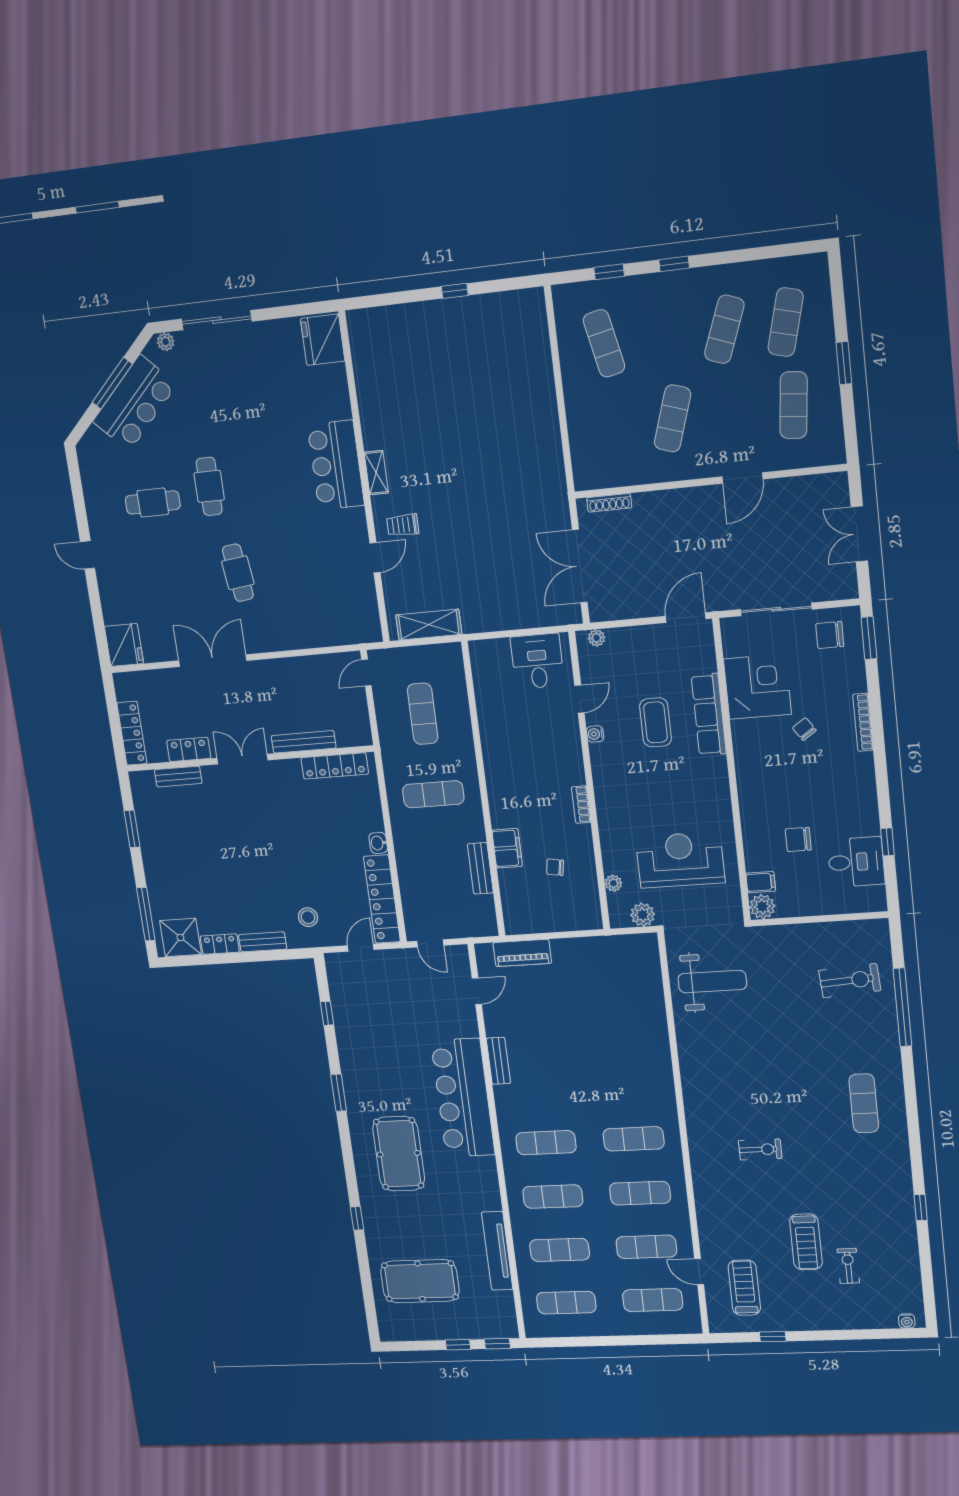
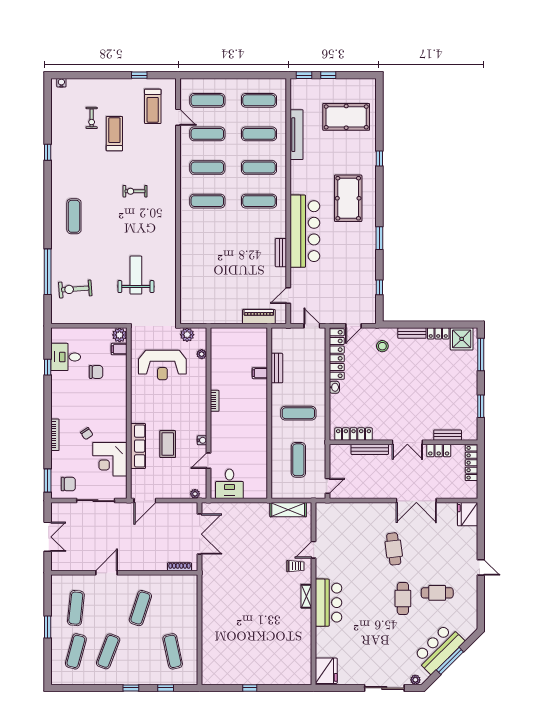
filing cabinet: (507, 848) -> (260, 373), width x0.50
chair: (555, 867) -> (234, 366), removed
weight bench: (712, 982) -> (136, 275), moved, turned 90

